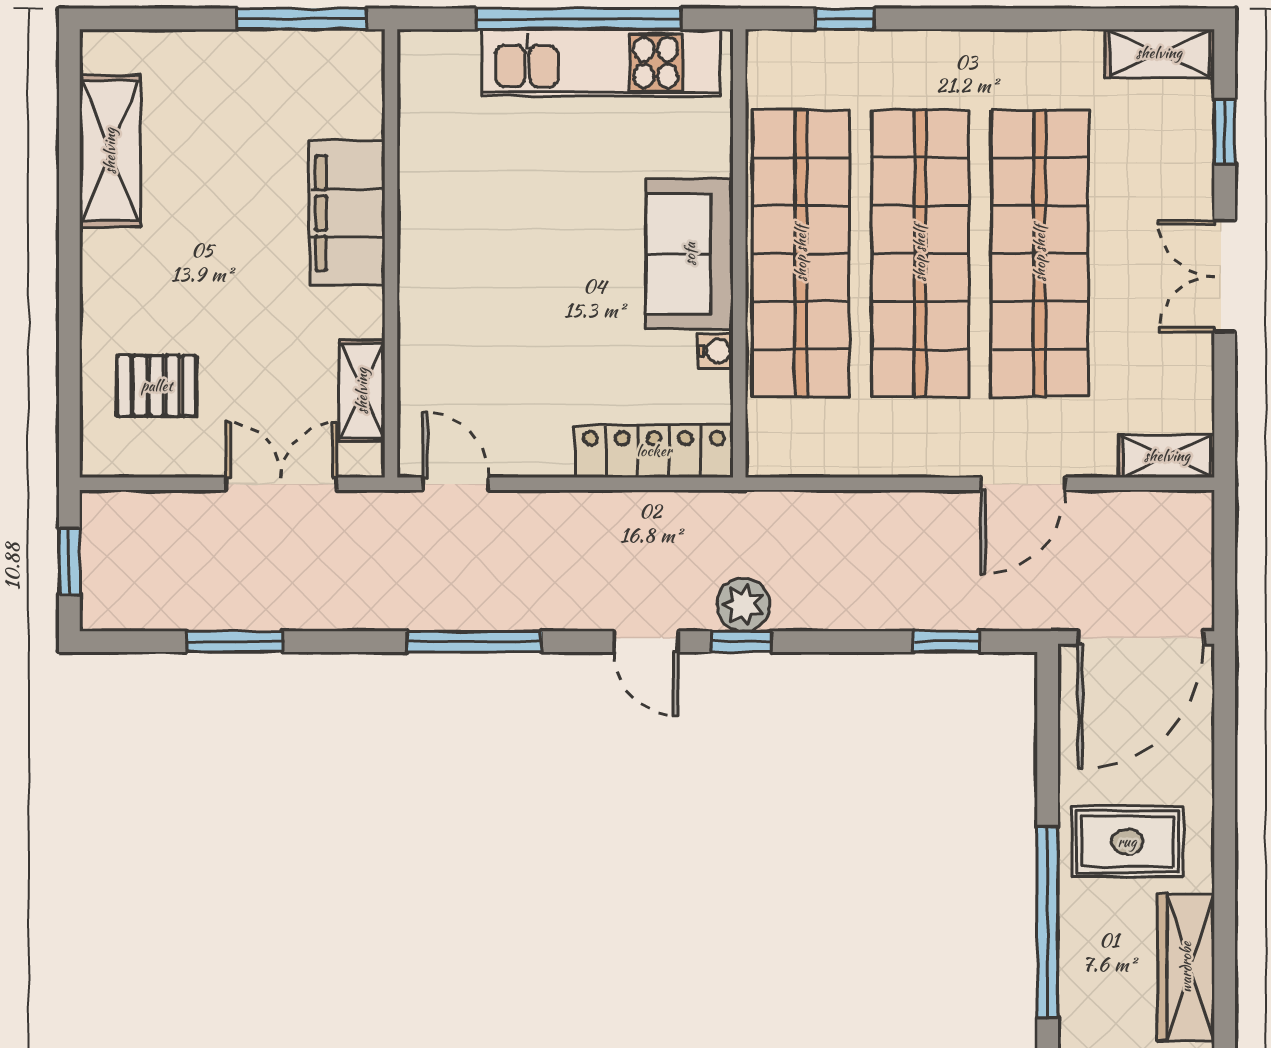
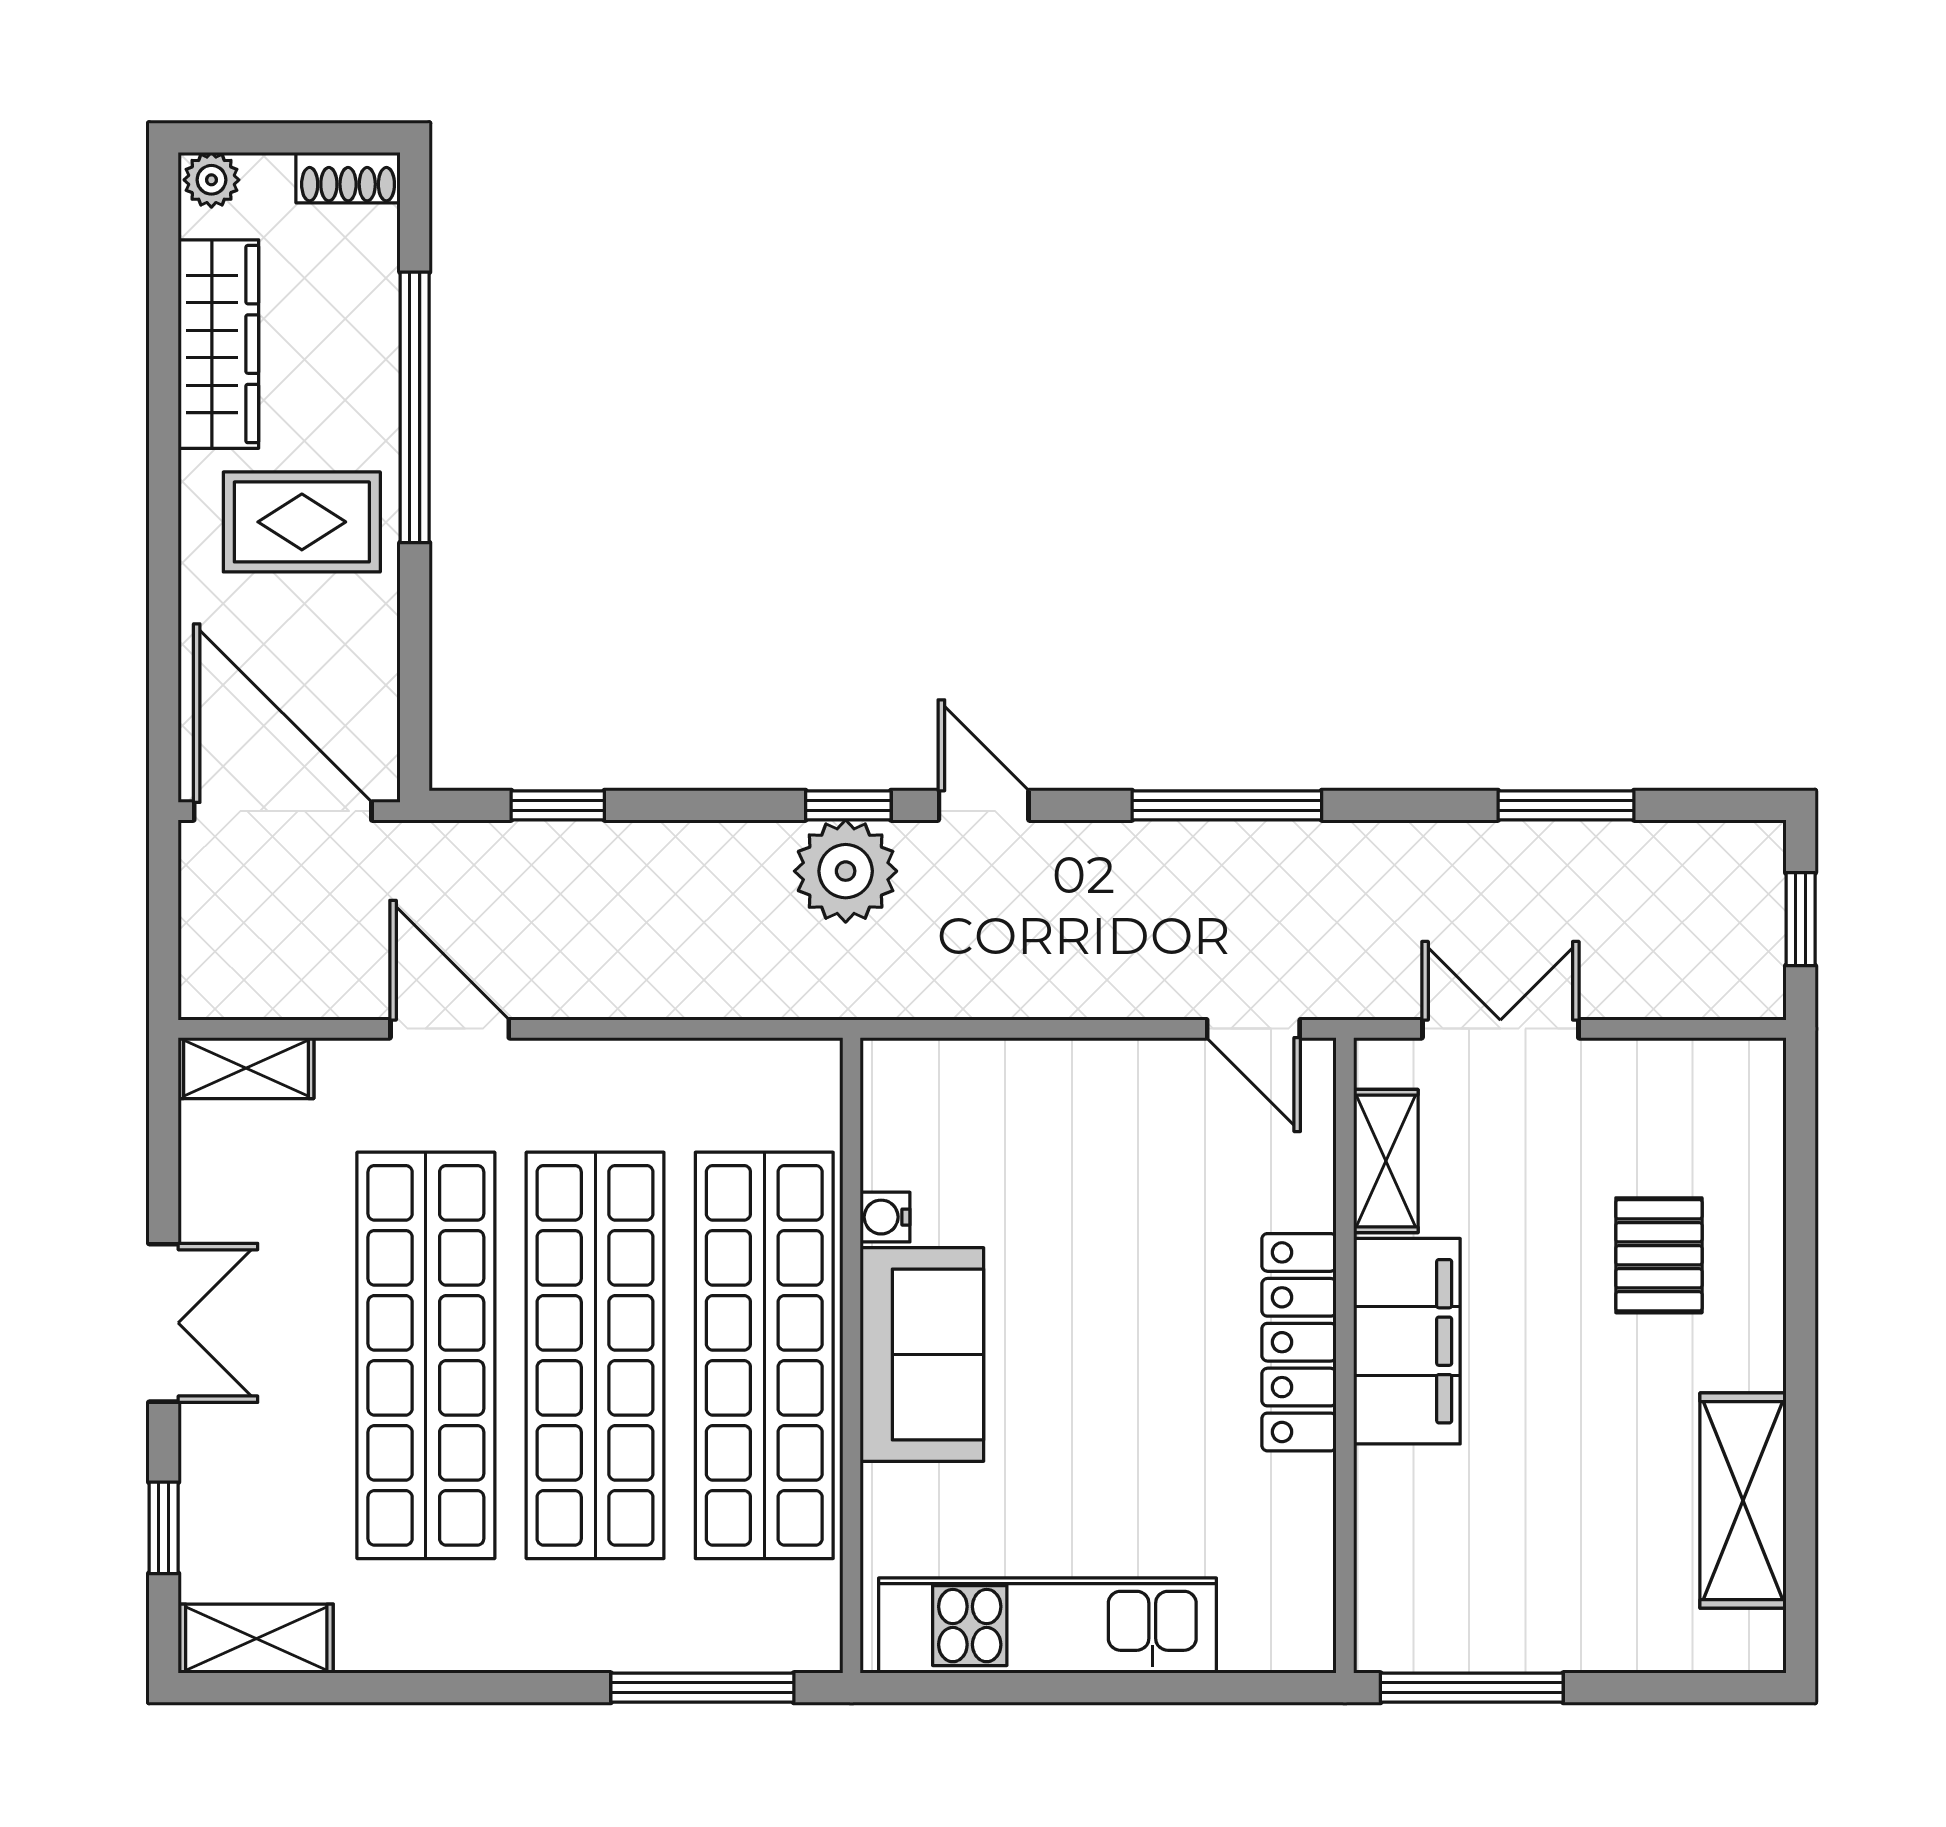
window: (579, 19) -> (1079, 1688), removed
window: (845, 19) -> (702, 1688), width x2.17
filing cabinet: (347, 213) -> (1407, 1341), moved
pallet: (157, 386) -> (1659, 1255), moved, turned 90
locker: (654, 451) -> (1299, 1342), moved, turned 90
double door: (281, 484) -> (1500, 1029), swing flipped
door: (1023, 484) -> (450, 1029), hinge flipped
plant: (743, 605) -> (846, 871), width x1.36, depth x1.36
door: (1141, 637) -> (283, 811), hinge flipped

